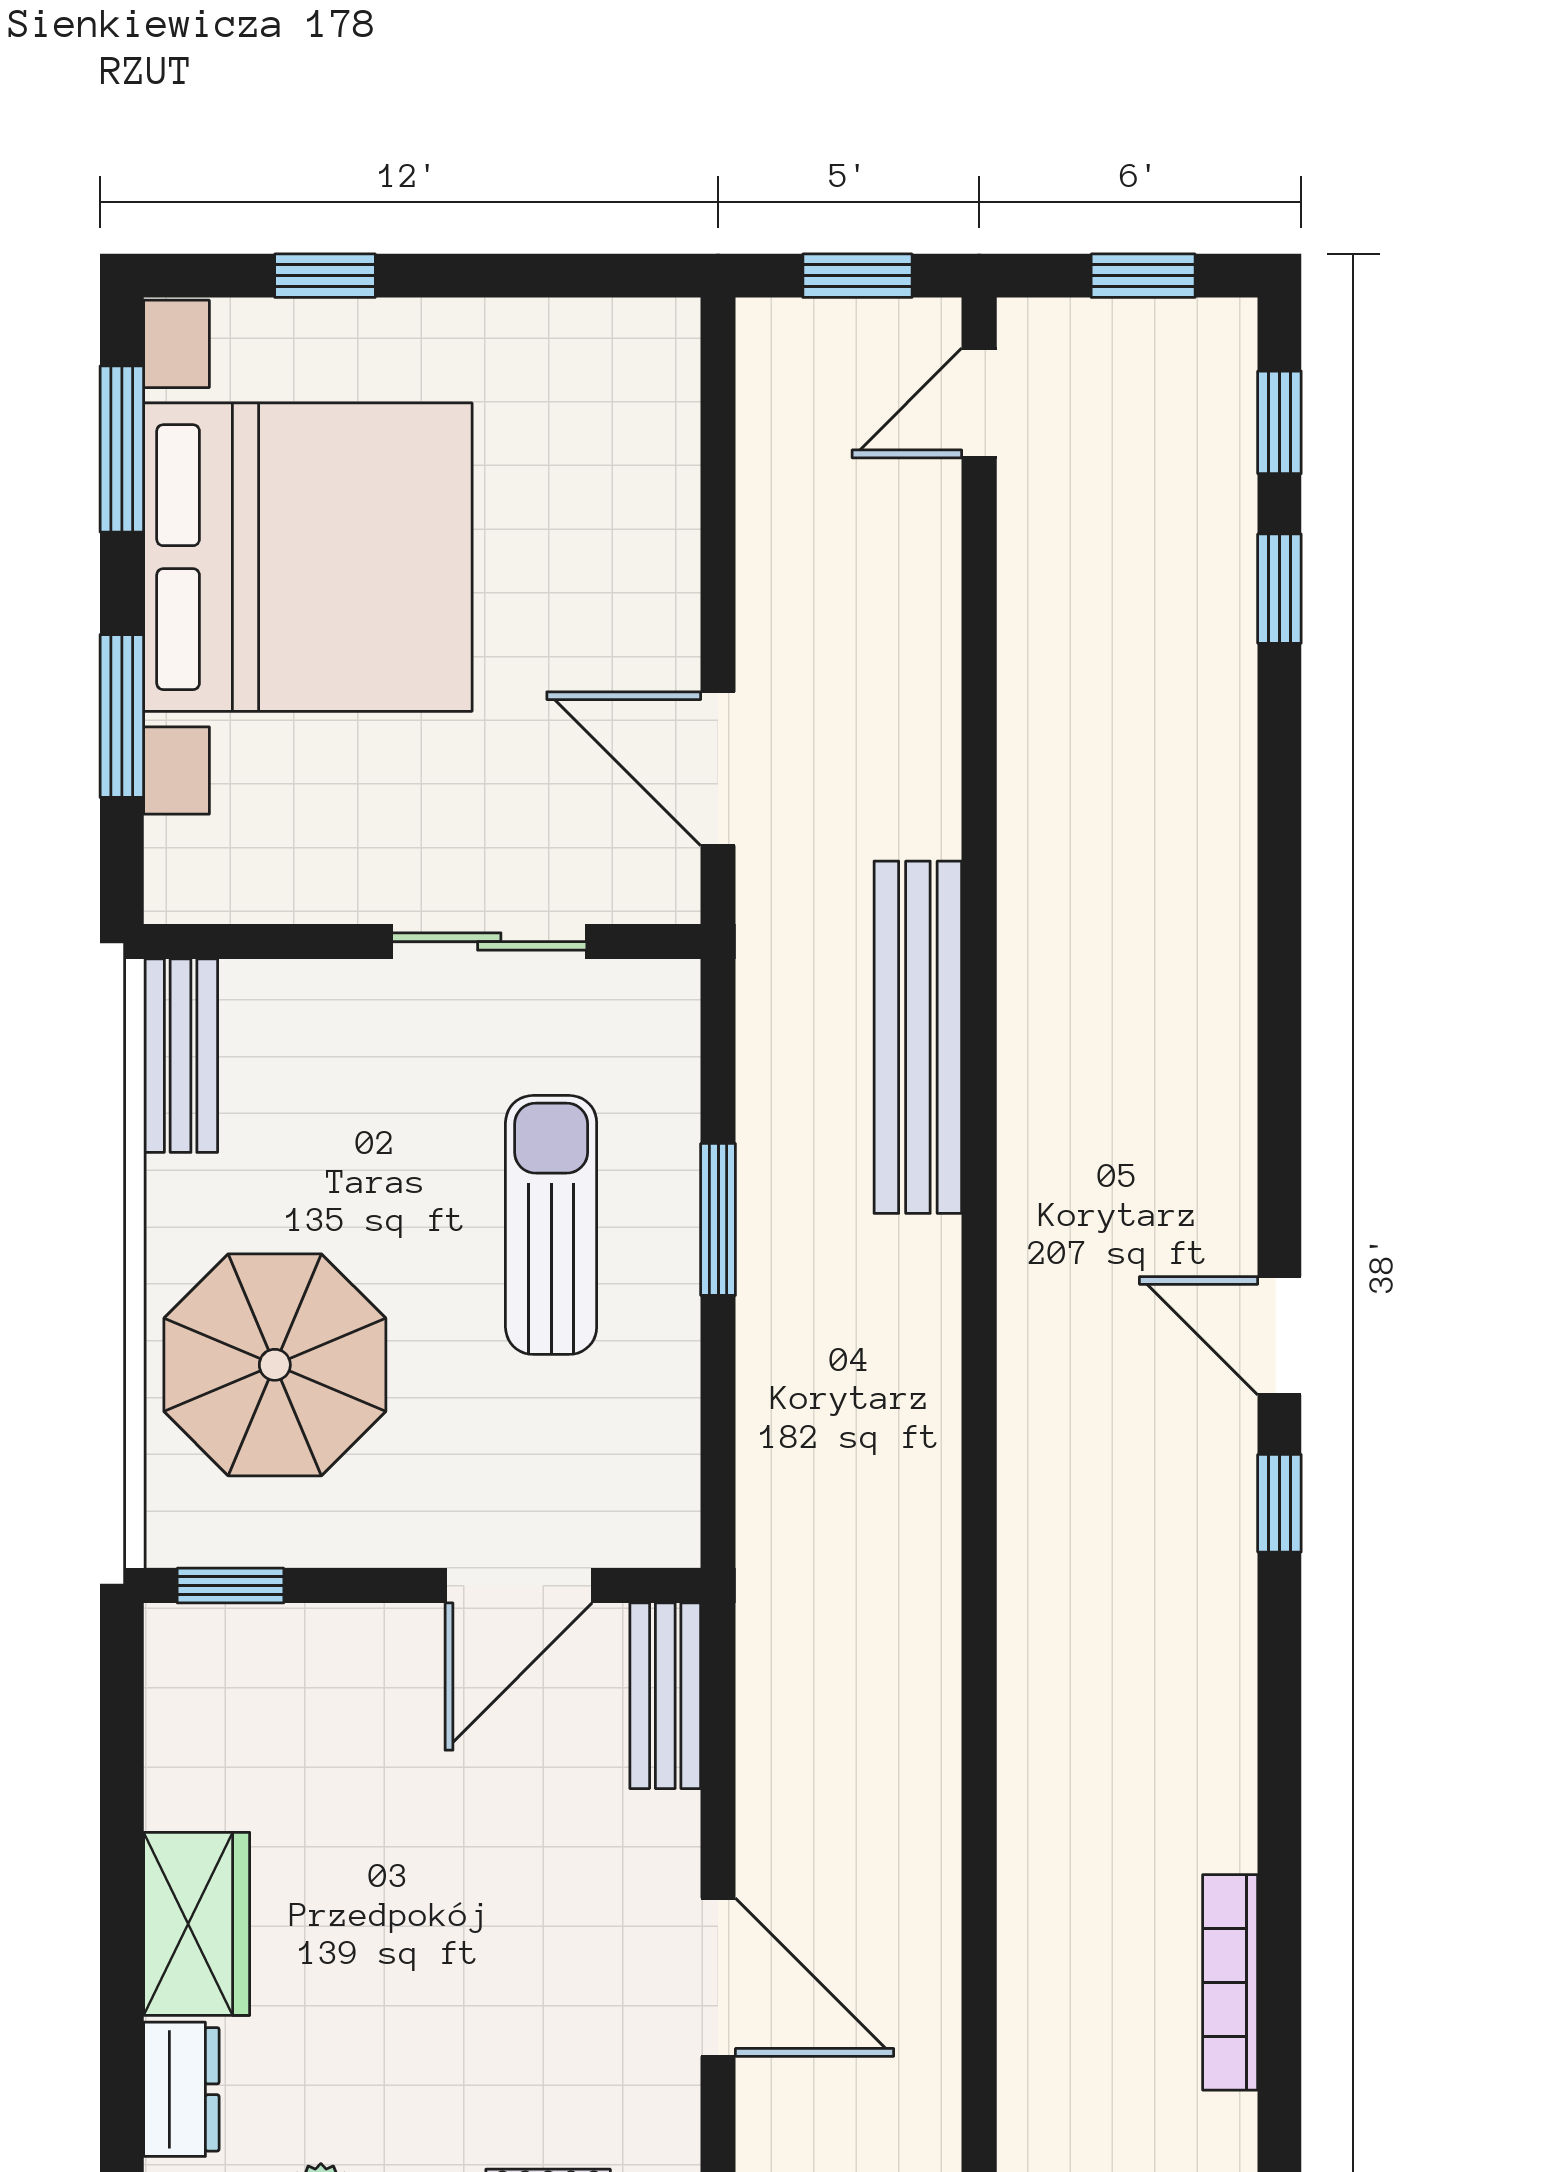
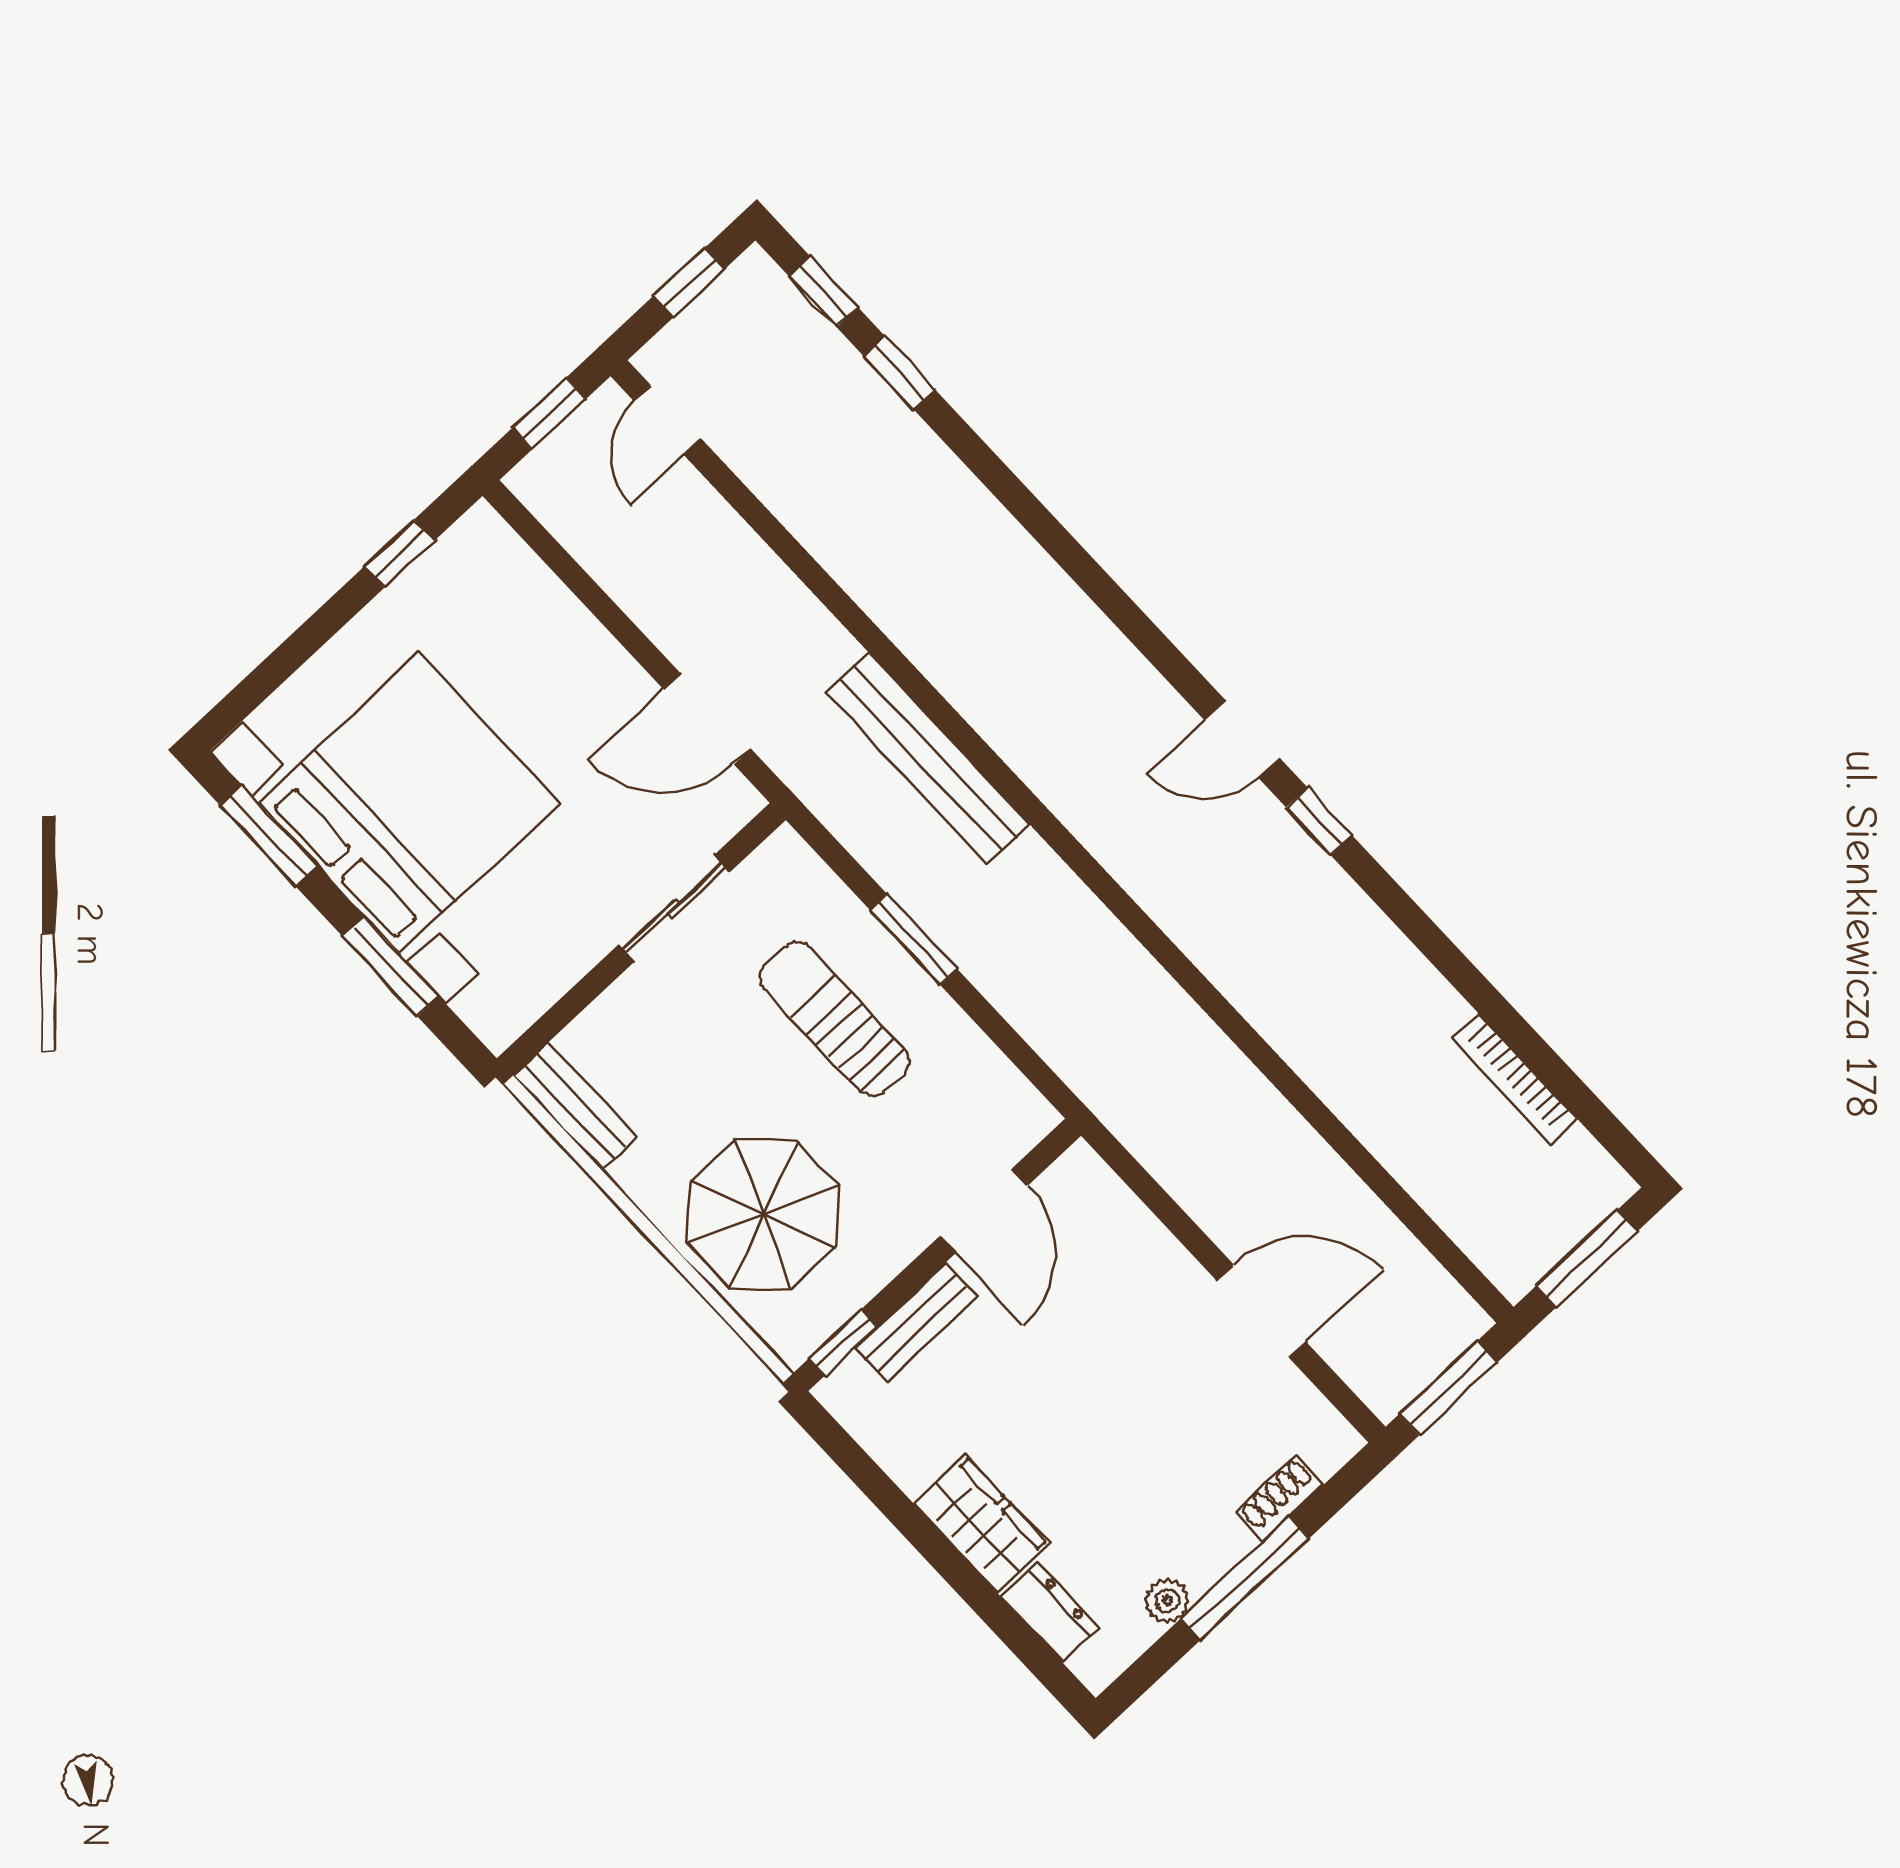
window: (325, 276) -> (399, 554), moved
bench: (665, 1696) -> (917, 1322), moved, turned 90

